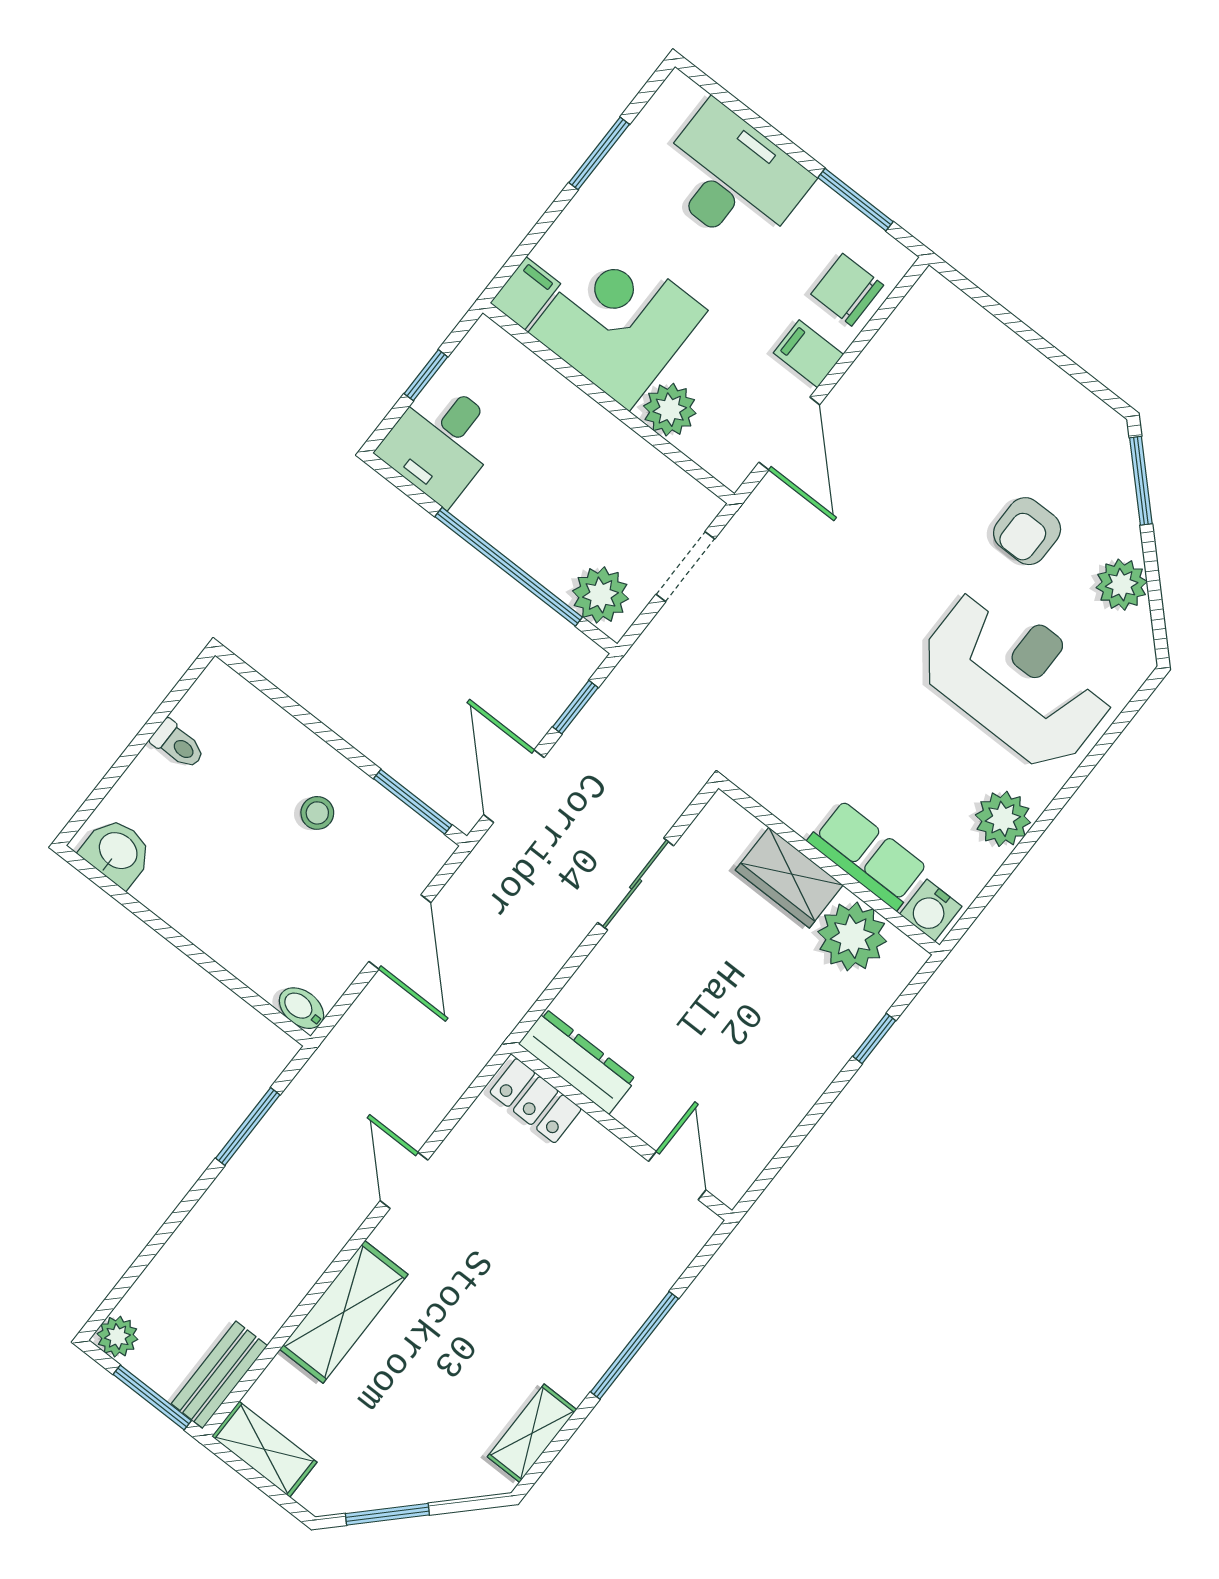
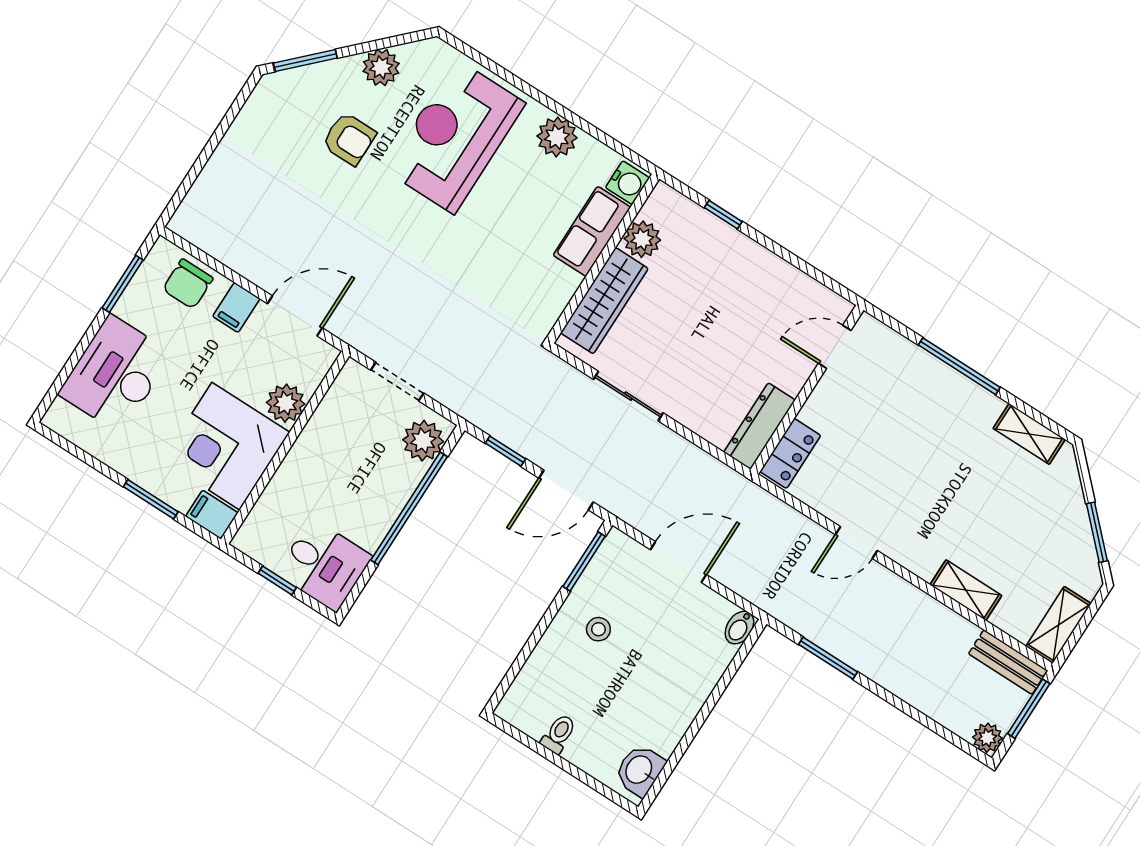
window: (599, 153) -> (151, 499), moved
wardrobe: (789, 878) -> (604, 301), width x1.50
plant: (852, 936) -> (642, 239), width x0.73, depth x0.73
shelving: (344, 1312) -> (966, 590), width x0.67, depth x0.75

